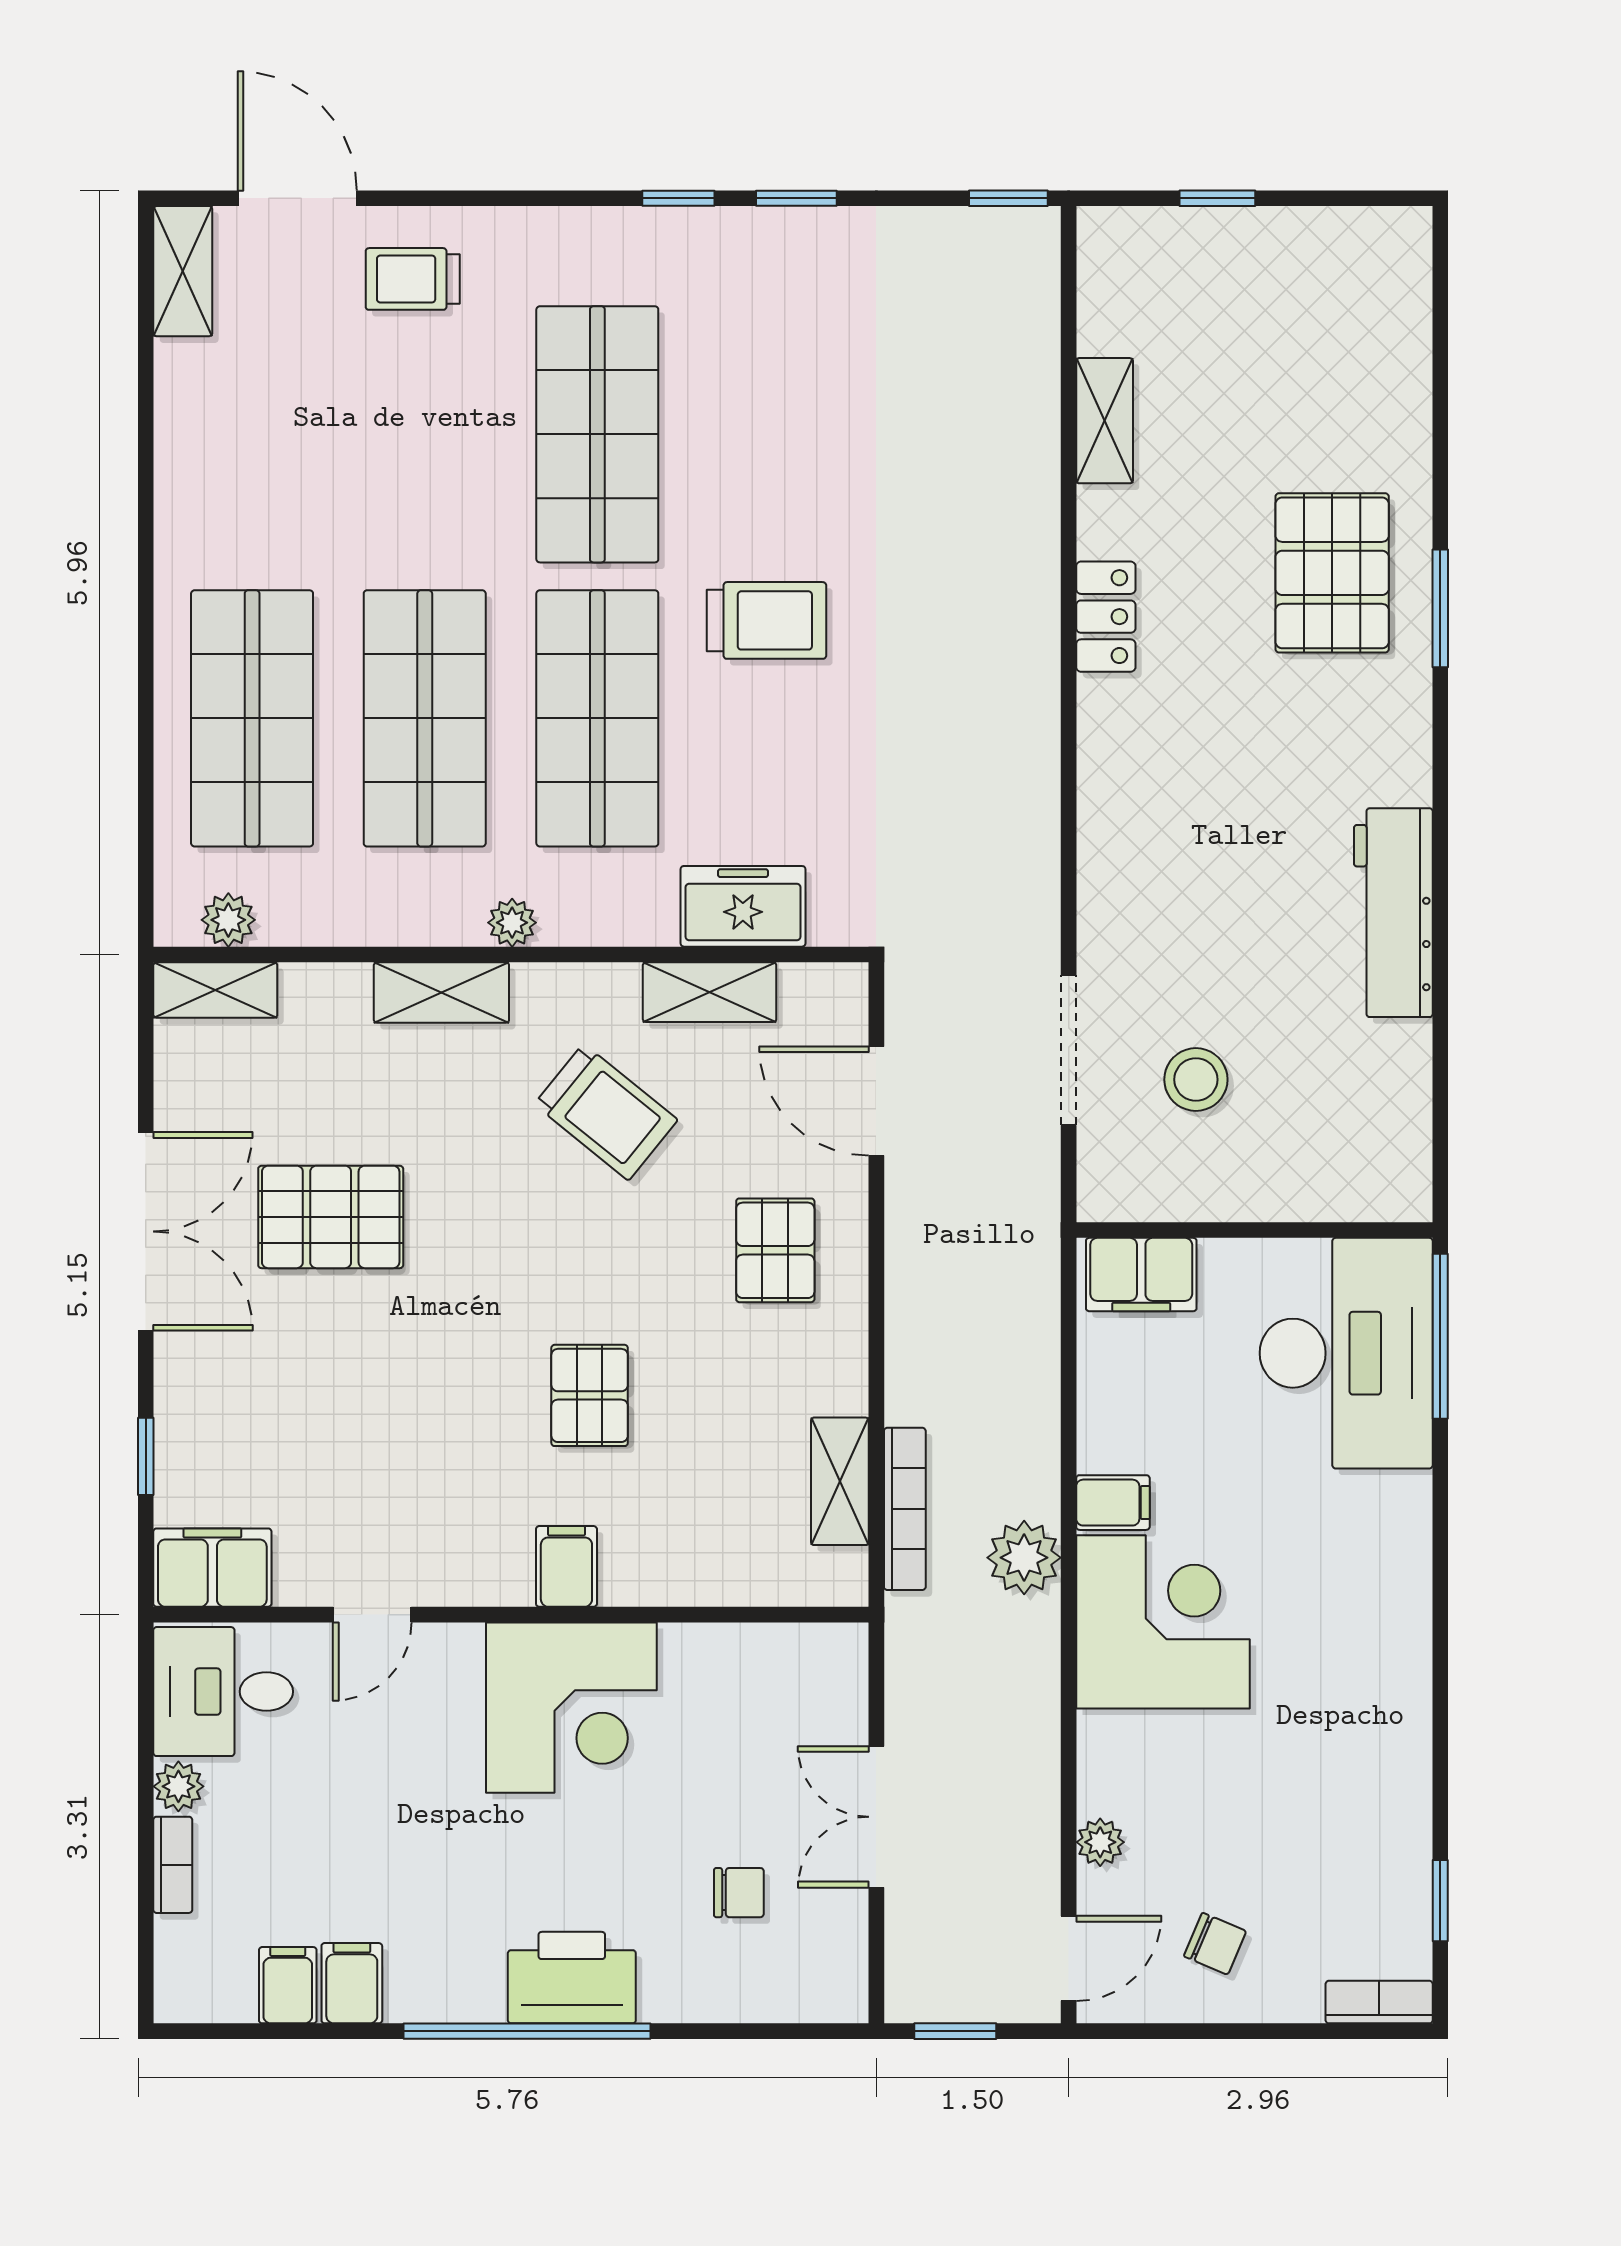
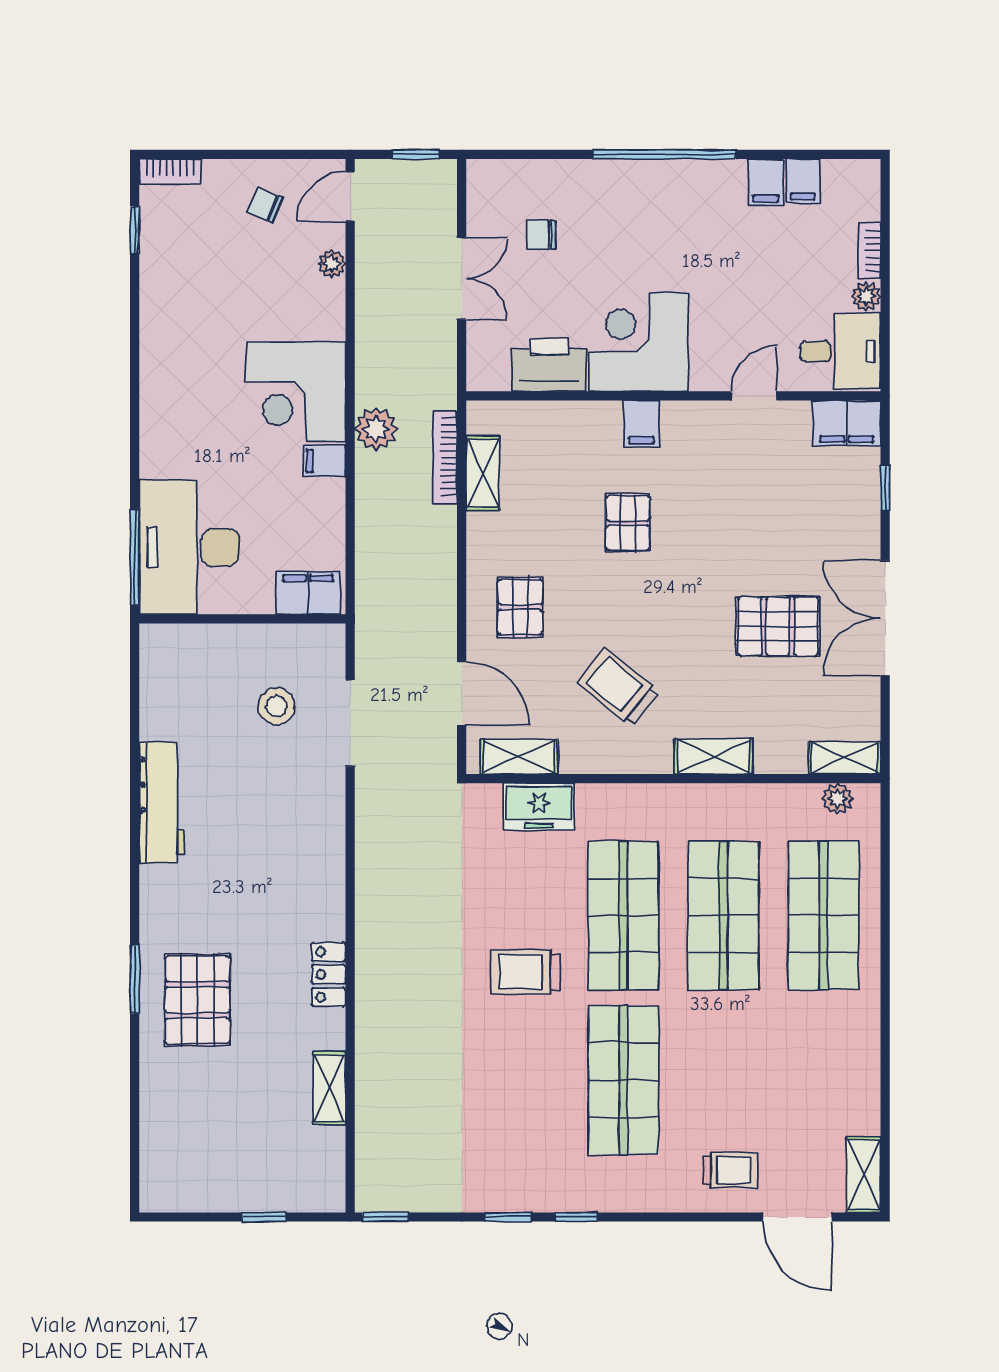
plant: (512, 923) -> (673, 797), removed
shelving: (710, 992) -> (519, 757), moved
printer: (572, 1978) -> (549, 365), moved, turned 180

